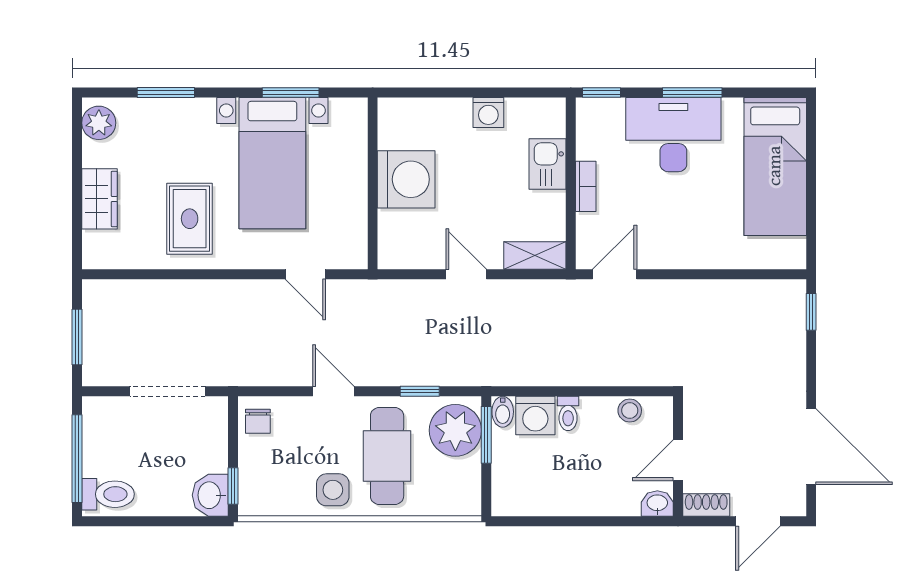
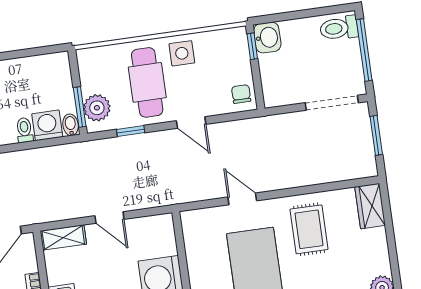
wardrobe: (99, 199) -> (370, 206), moved
door: (305, 274) -> (242, 199), moved
doorway: (168, 391) -> (332, 103), moved
plant: (455, 430) -> (97, 108), width x0.73, depth x0.73

